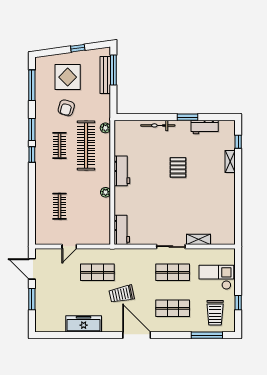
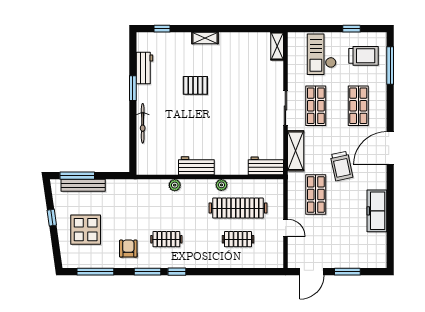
armchair: (66, 108) -> (128, 249), moved, turned -106
plant: (105, 128) -> (175, 185), moved
clothes rail: (86, 146) -> (238, 208), moved
shelving: (230, 161) -> (205, 38), moved
pallet: (178, 167) -> (195, 85), moved
shelving: (198, 239) -> (277, 46), moved
shelving: (135, 255) -> (296, 151), added

